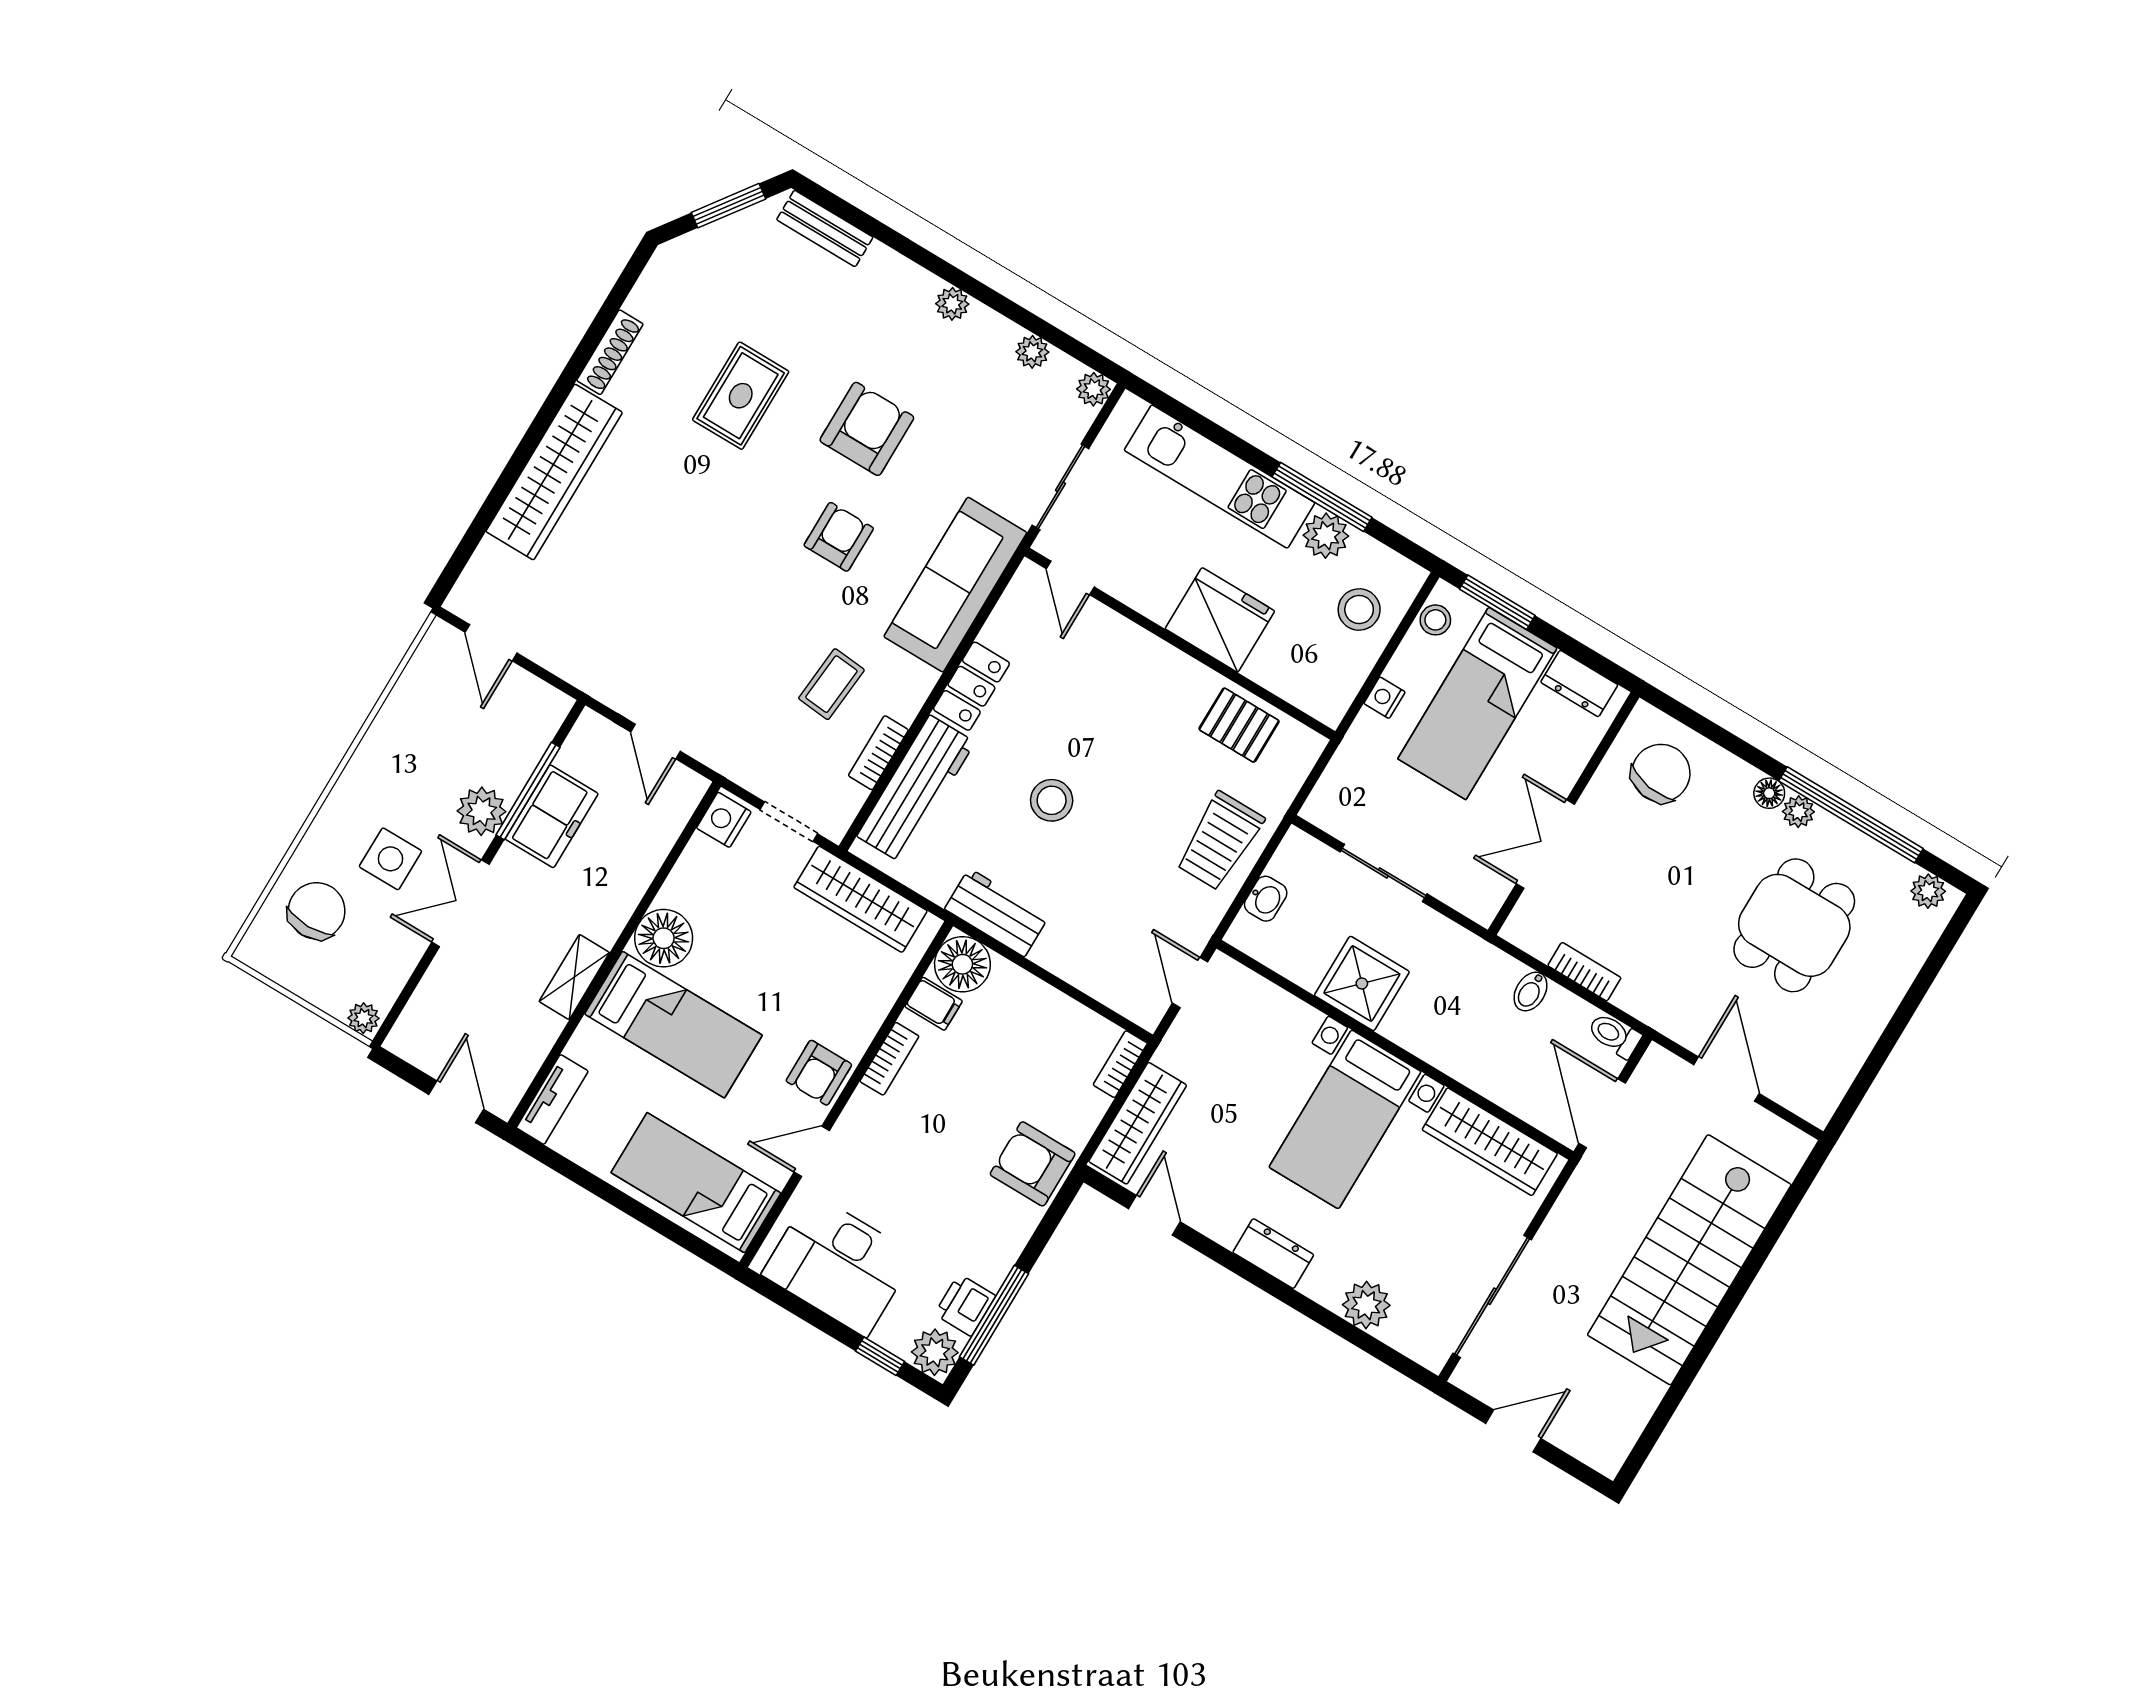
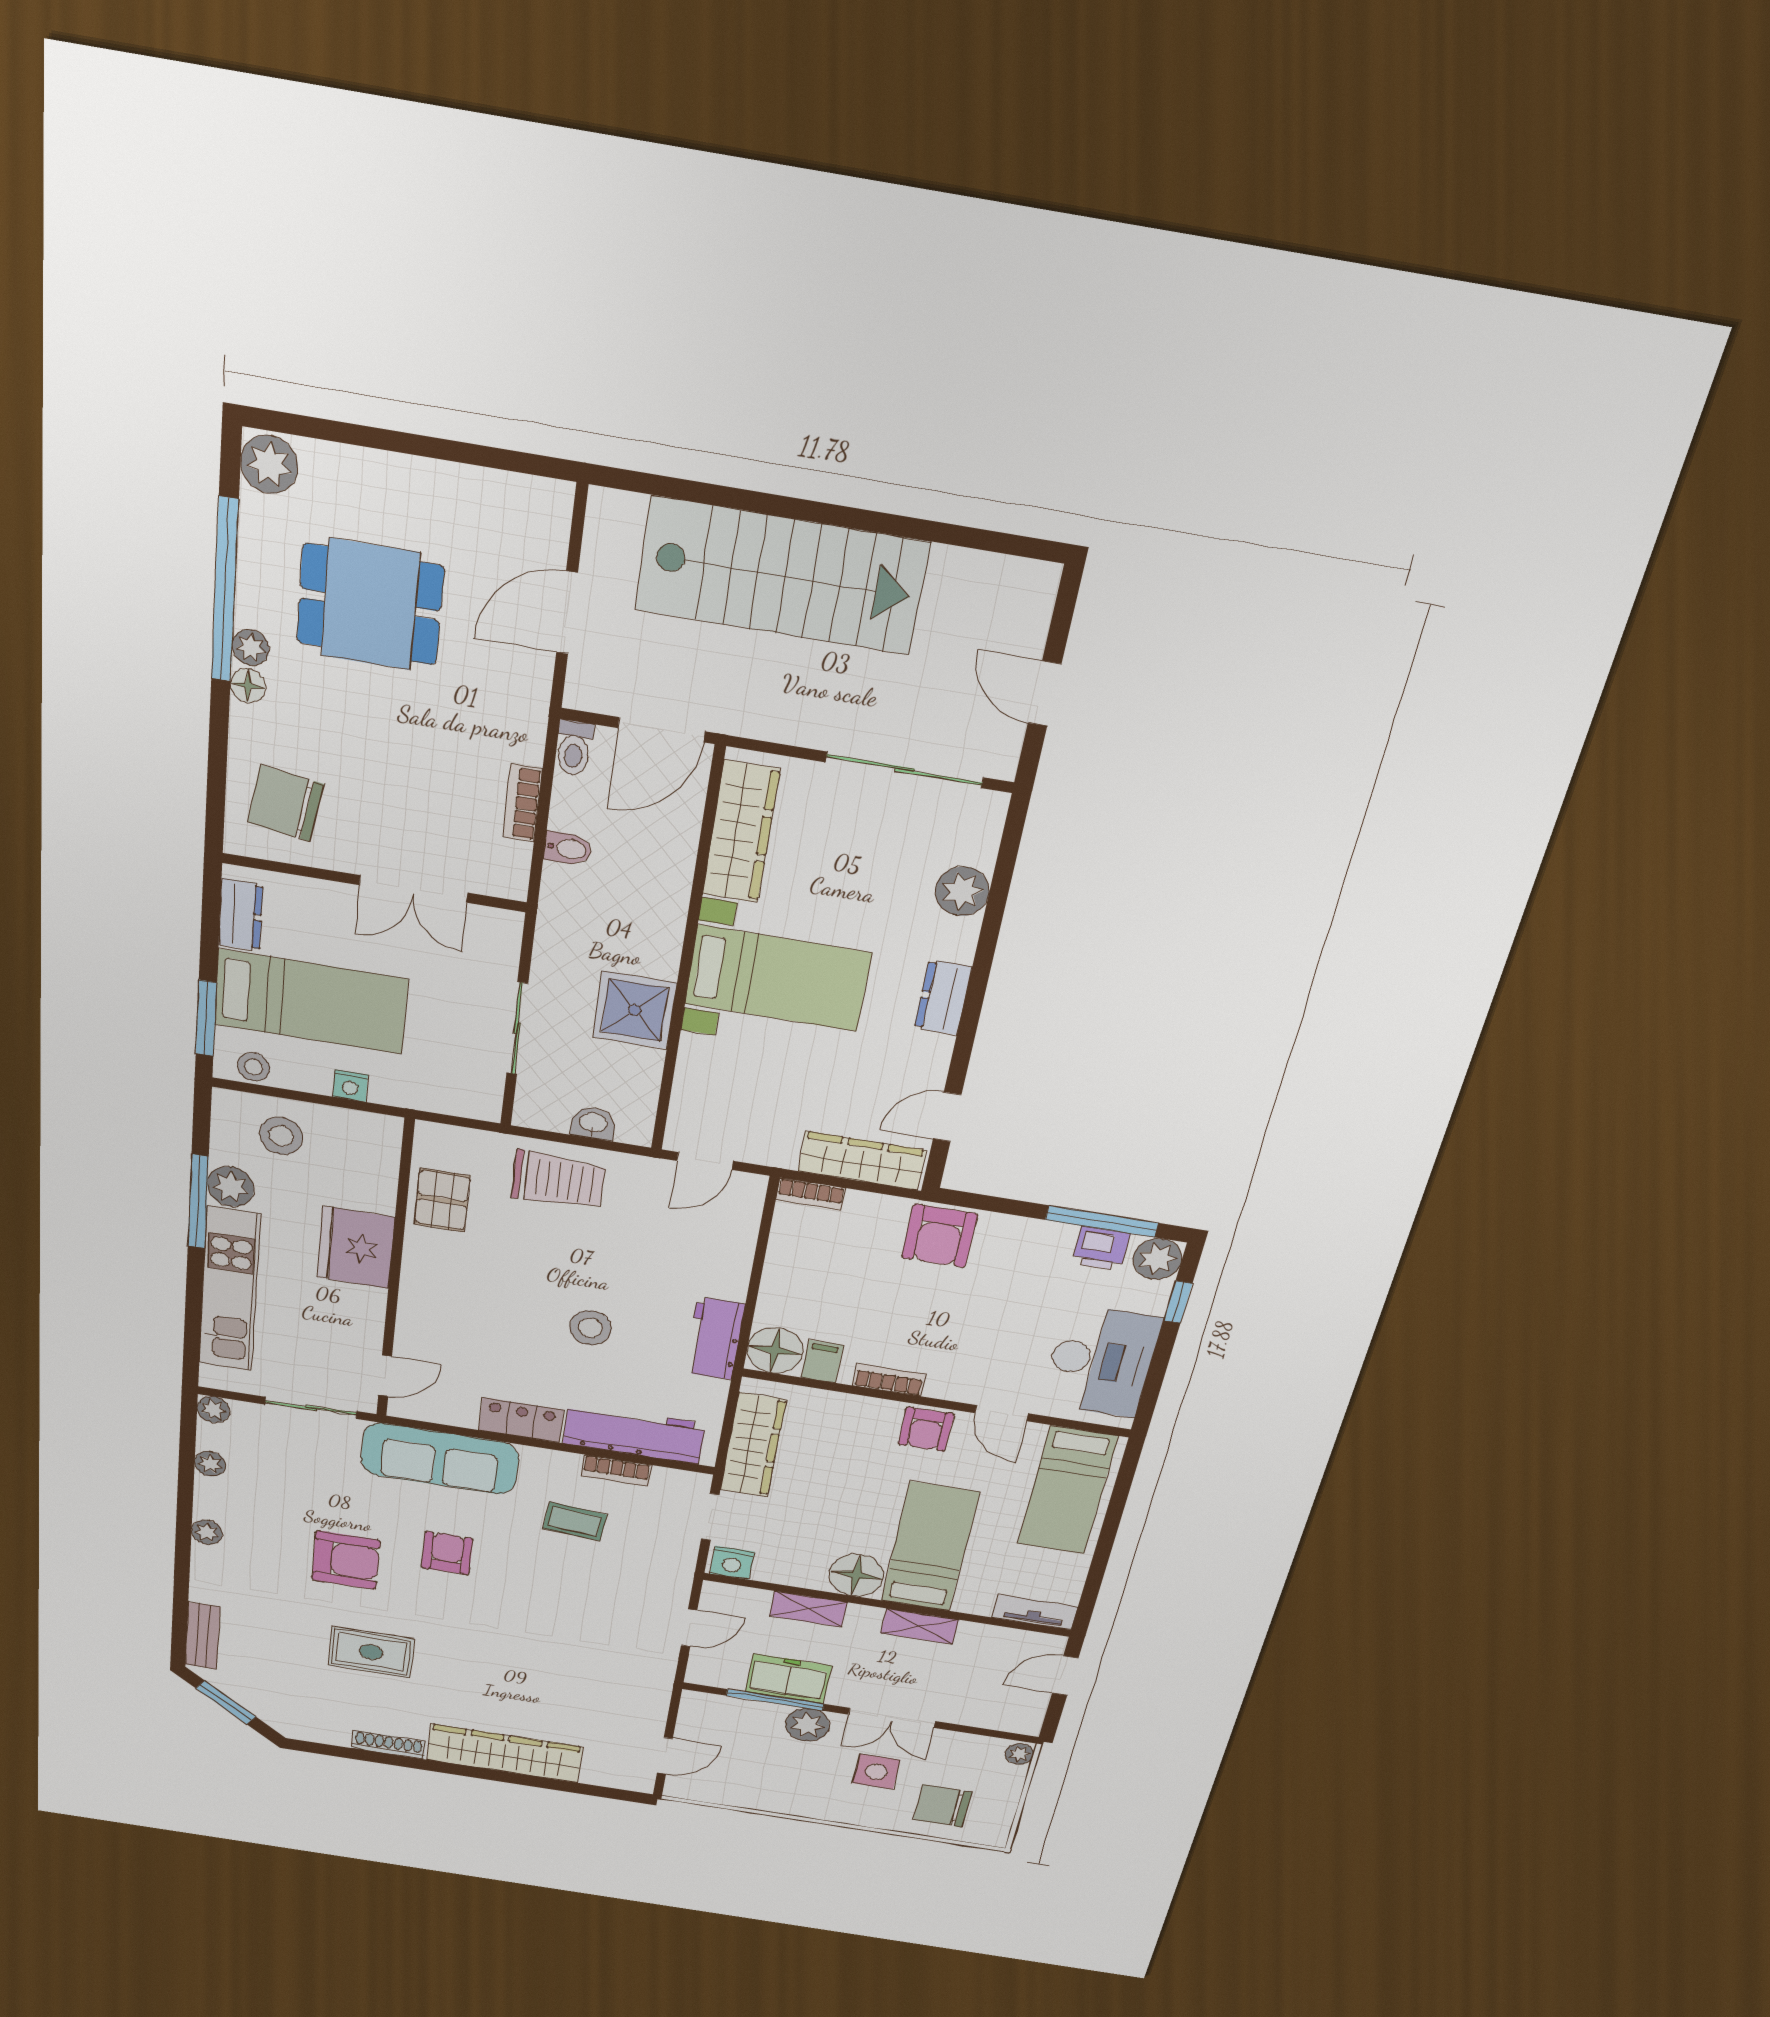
armchair: (867, 429) -> (346, 1560), turned 180
armchair: (839, 537) -> (447, 1553), turned 90
shelving: (637, 873) -> (808, 1609), added
plant: (1928, 891) -> (269, 464), width x1.38, depth x1.38
armchair: (819, 1073) -> (926, 1429), turned 90

